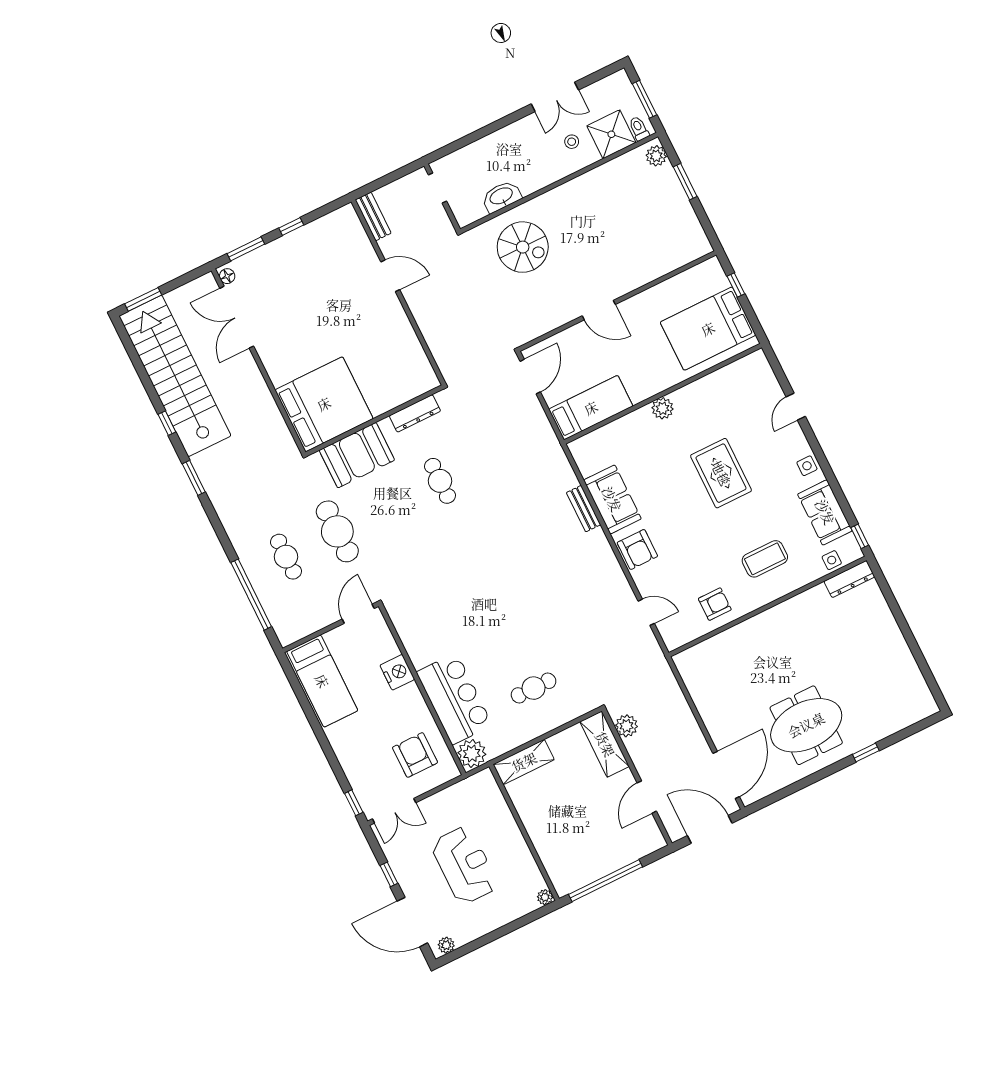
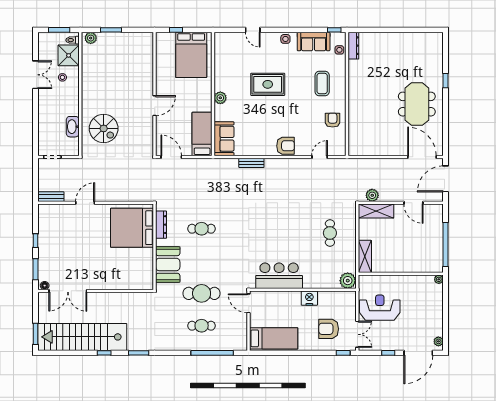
spiral stairs: (523, 247) -> (104, 128), turned 90
bed: (324, 404) -> (132, 228), moved, turned -90
sofa: (612, 499) -> (224, 139), moved, turned 90
nightstand: (397, 672) -> (309, 298), moved
bar counter: (454, 699) -> (279, 276), moved
armchair: (415, 755) -> (329, 329), moved
reception desk: (464, 865) -> (380, 308), moved

